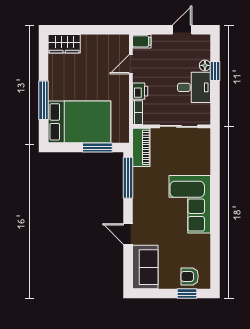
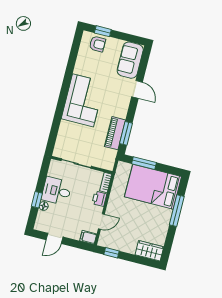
window: (109, 30) -> (111, 253), added
piano: (141, 147) -> (115, 133), moved
window: (128, 178) -> (126, 133), width x0.69

